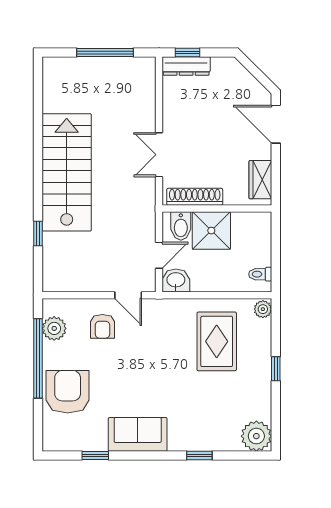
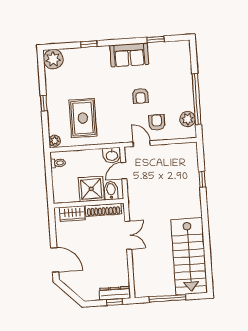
stairs: (67, 172) -> (189, 256), moved
wardrobe: (260, 180) -> (72, 214), moved, turned 90
armchair: (68, 392) -> (140, 96), moved, width x0.53, depth x0.53

